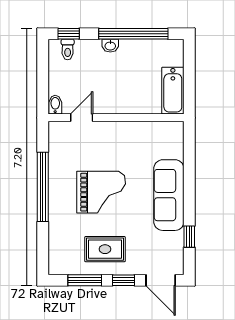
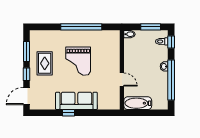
window: (43, 69) -> (151, 27), added
door: (82, 118) -> (122, 80), moved
window: (189, 237) -> (69, 113), moved

